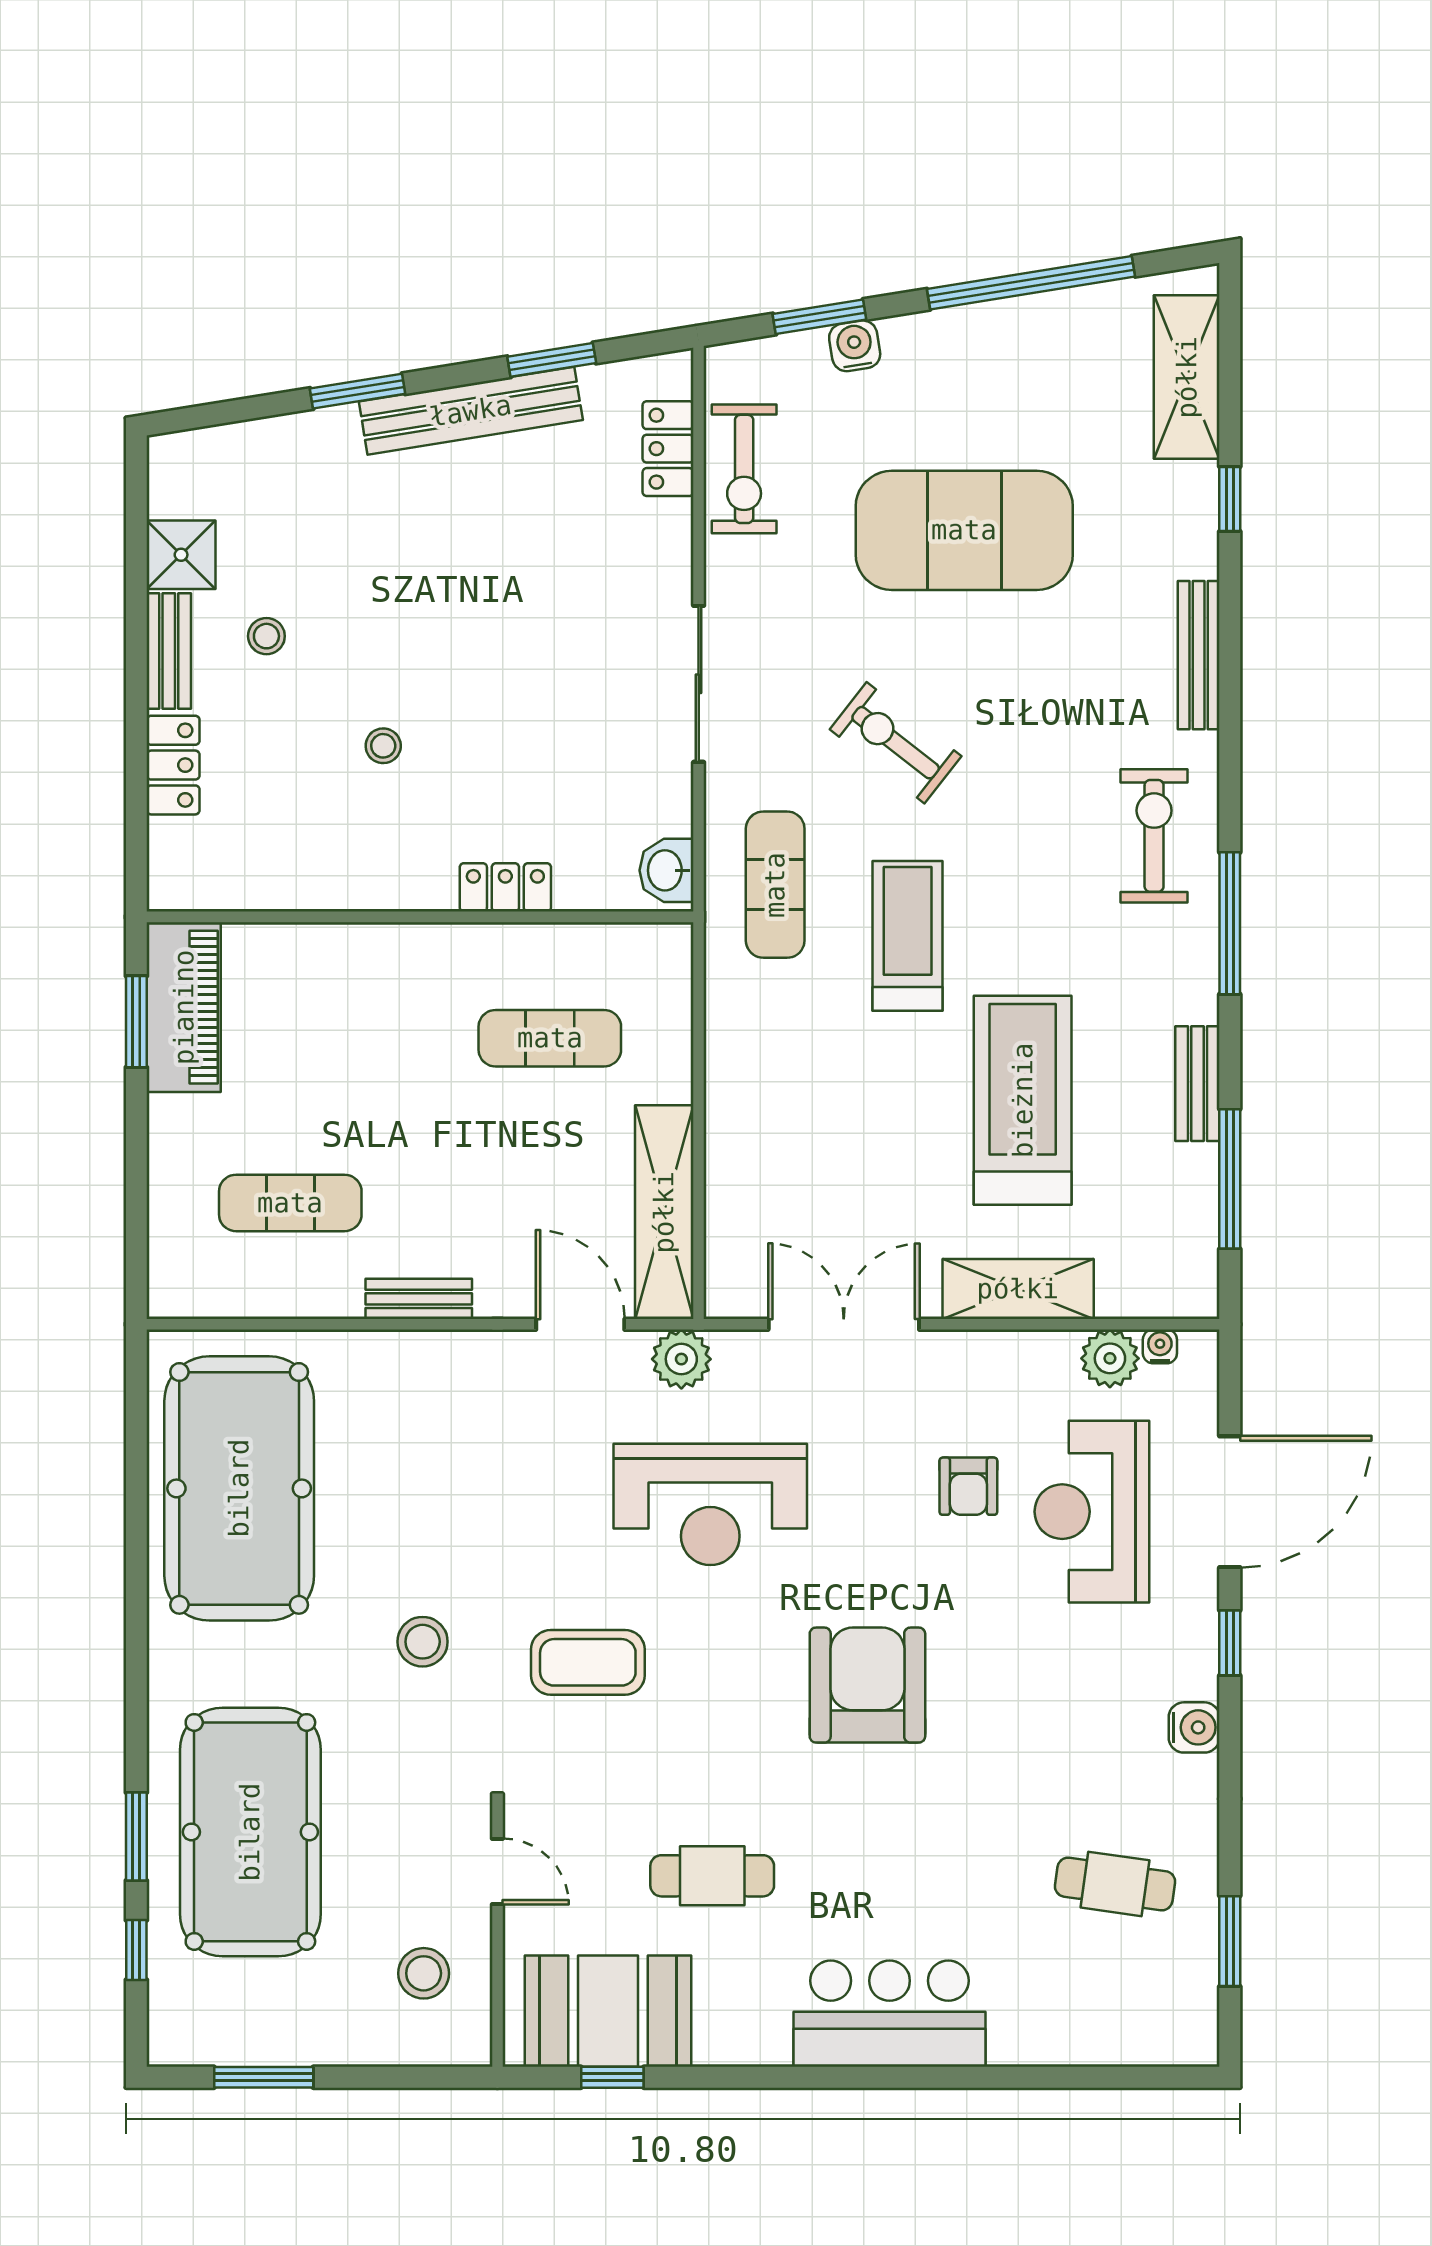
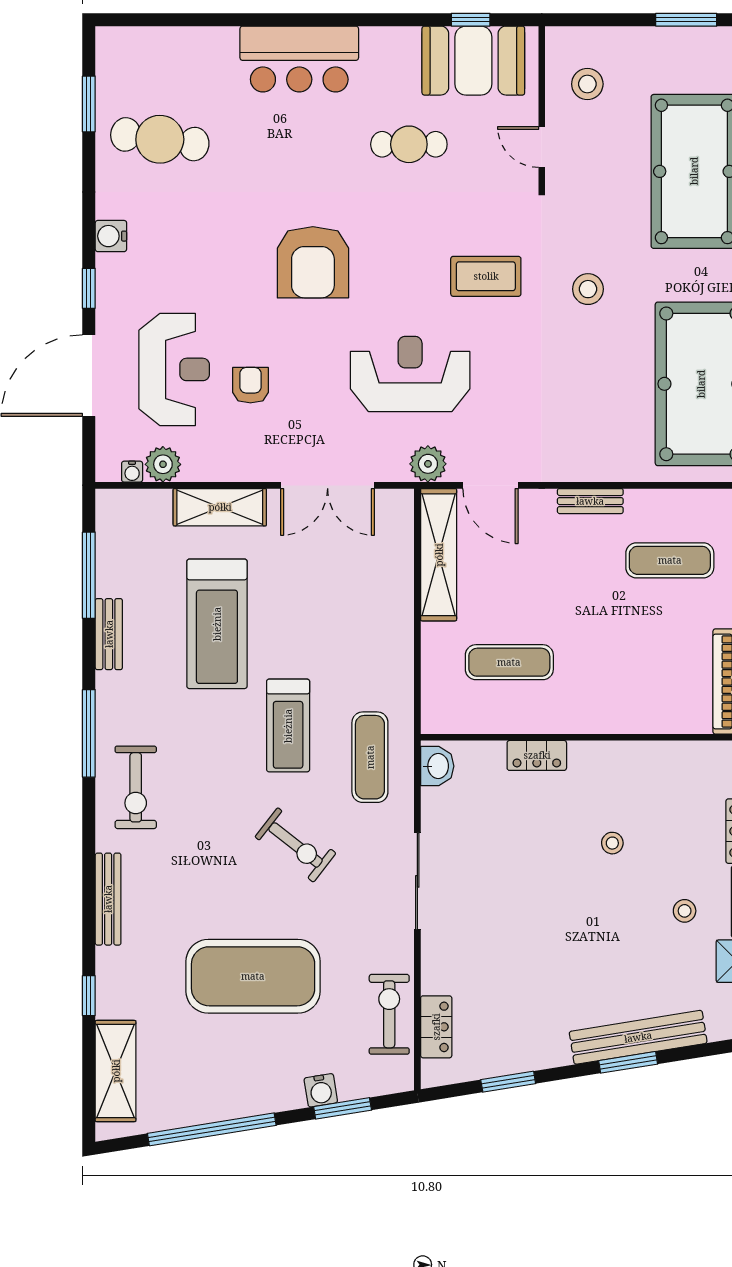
bench: (471, 411) -> (638, 1037), moved
cafe table: (1115, 1884) -> (160, 139), width x1.37, depth x1.35

